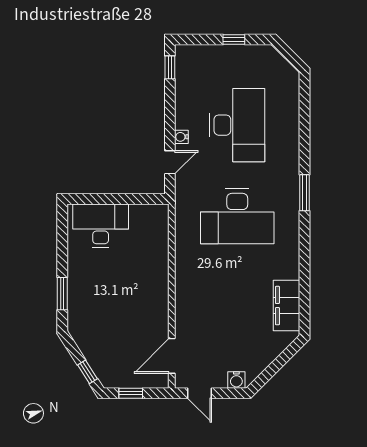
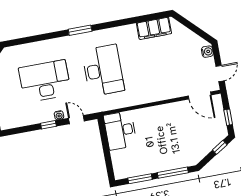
window: (170, 67) -> (48, 125), moved
desk: (101, 226) -> (120, 130), moved
window: (62, 242) -> (140, 179), added
window: (62, 294) -> (173, 173), width x1.44

